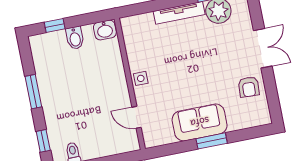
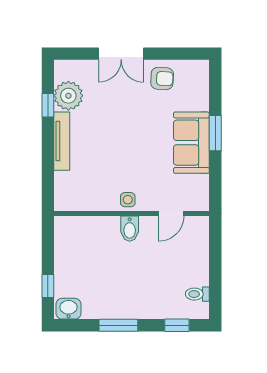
washbasin: (105, 30) -> (68, 309), moved, turned -90
bidet: (75, 38) -> (130, 229), moved, turned 90
double door: (263, 48) -> (121, 54), swing flipped

